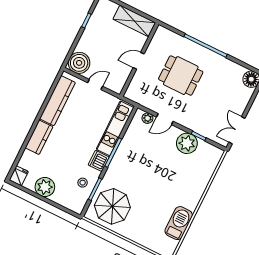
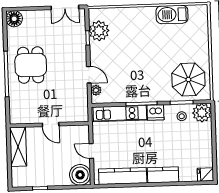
dining table: (181, 76) -> (31, 65), moved
plant: (187, 143) -> (99, 31), moved
plant: (45, 187) -> (202, 113), moved

